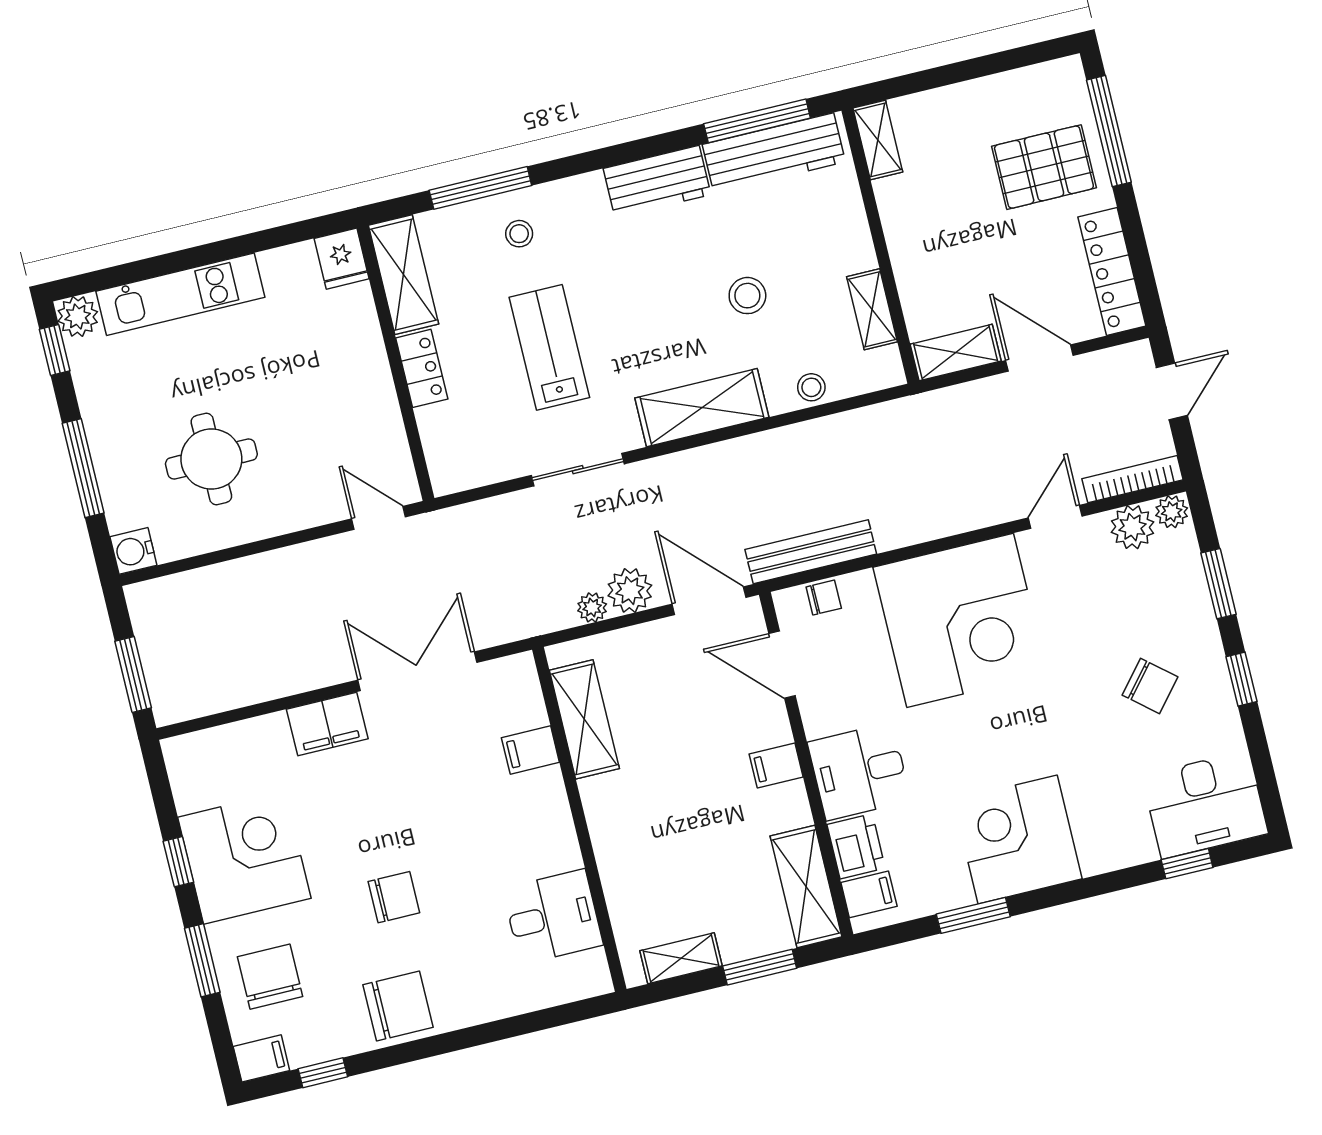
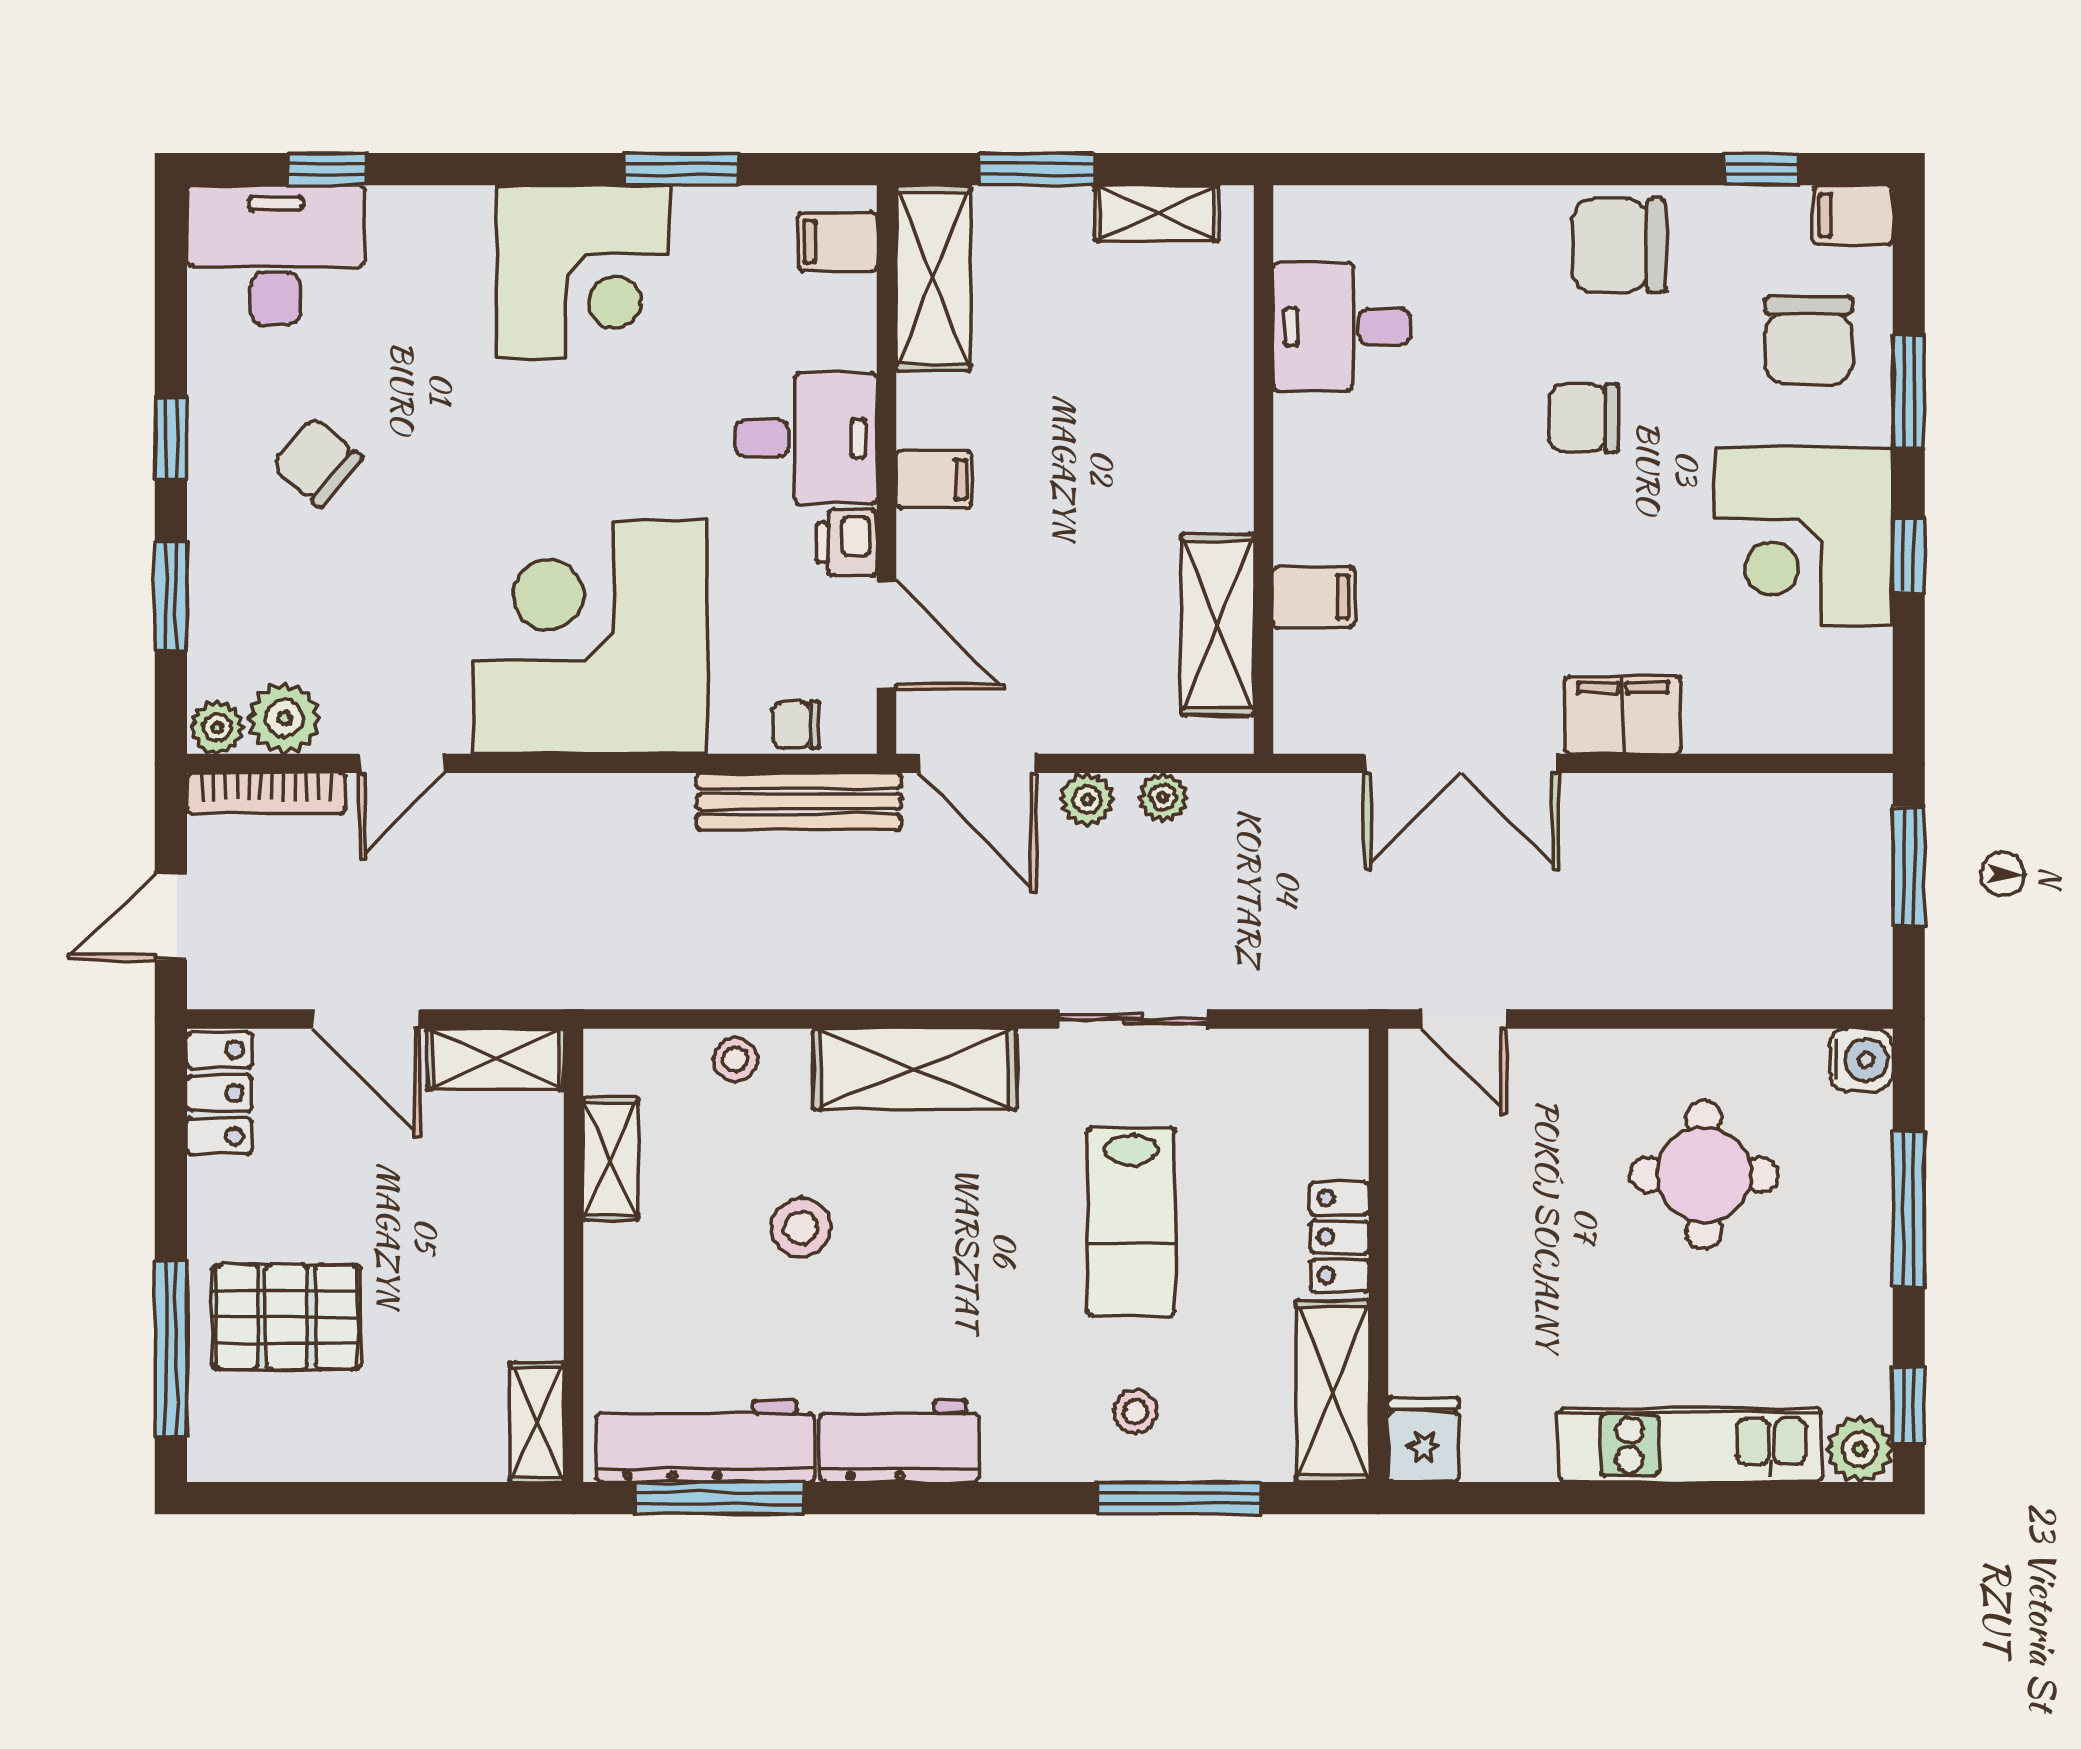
locker: (1112, 272) -> (219, 1093), width x0.66
plant: (630, 591) -> (1087, 799), width x0.73, depth x0.73
printer: (856, 846) -> (847, 543), moved, width x0.73, depth x0.81

